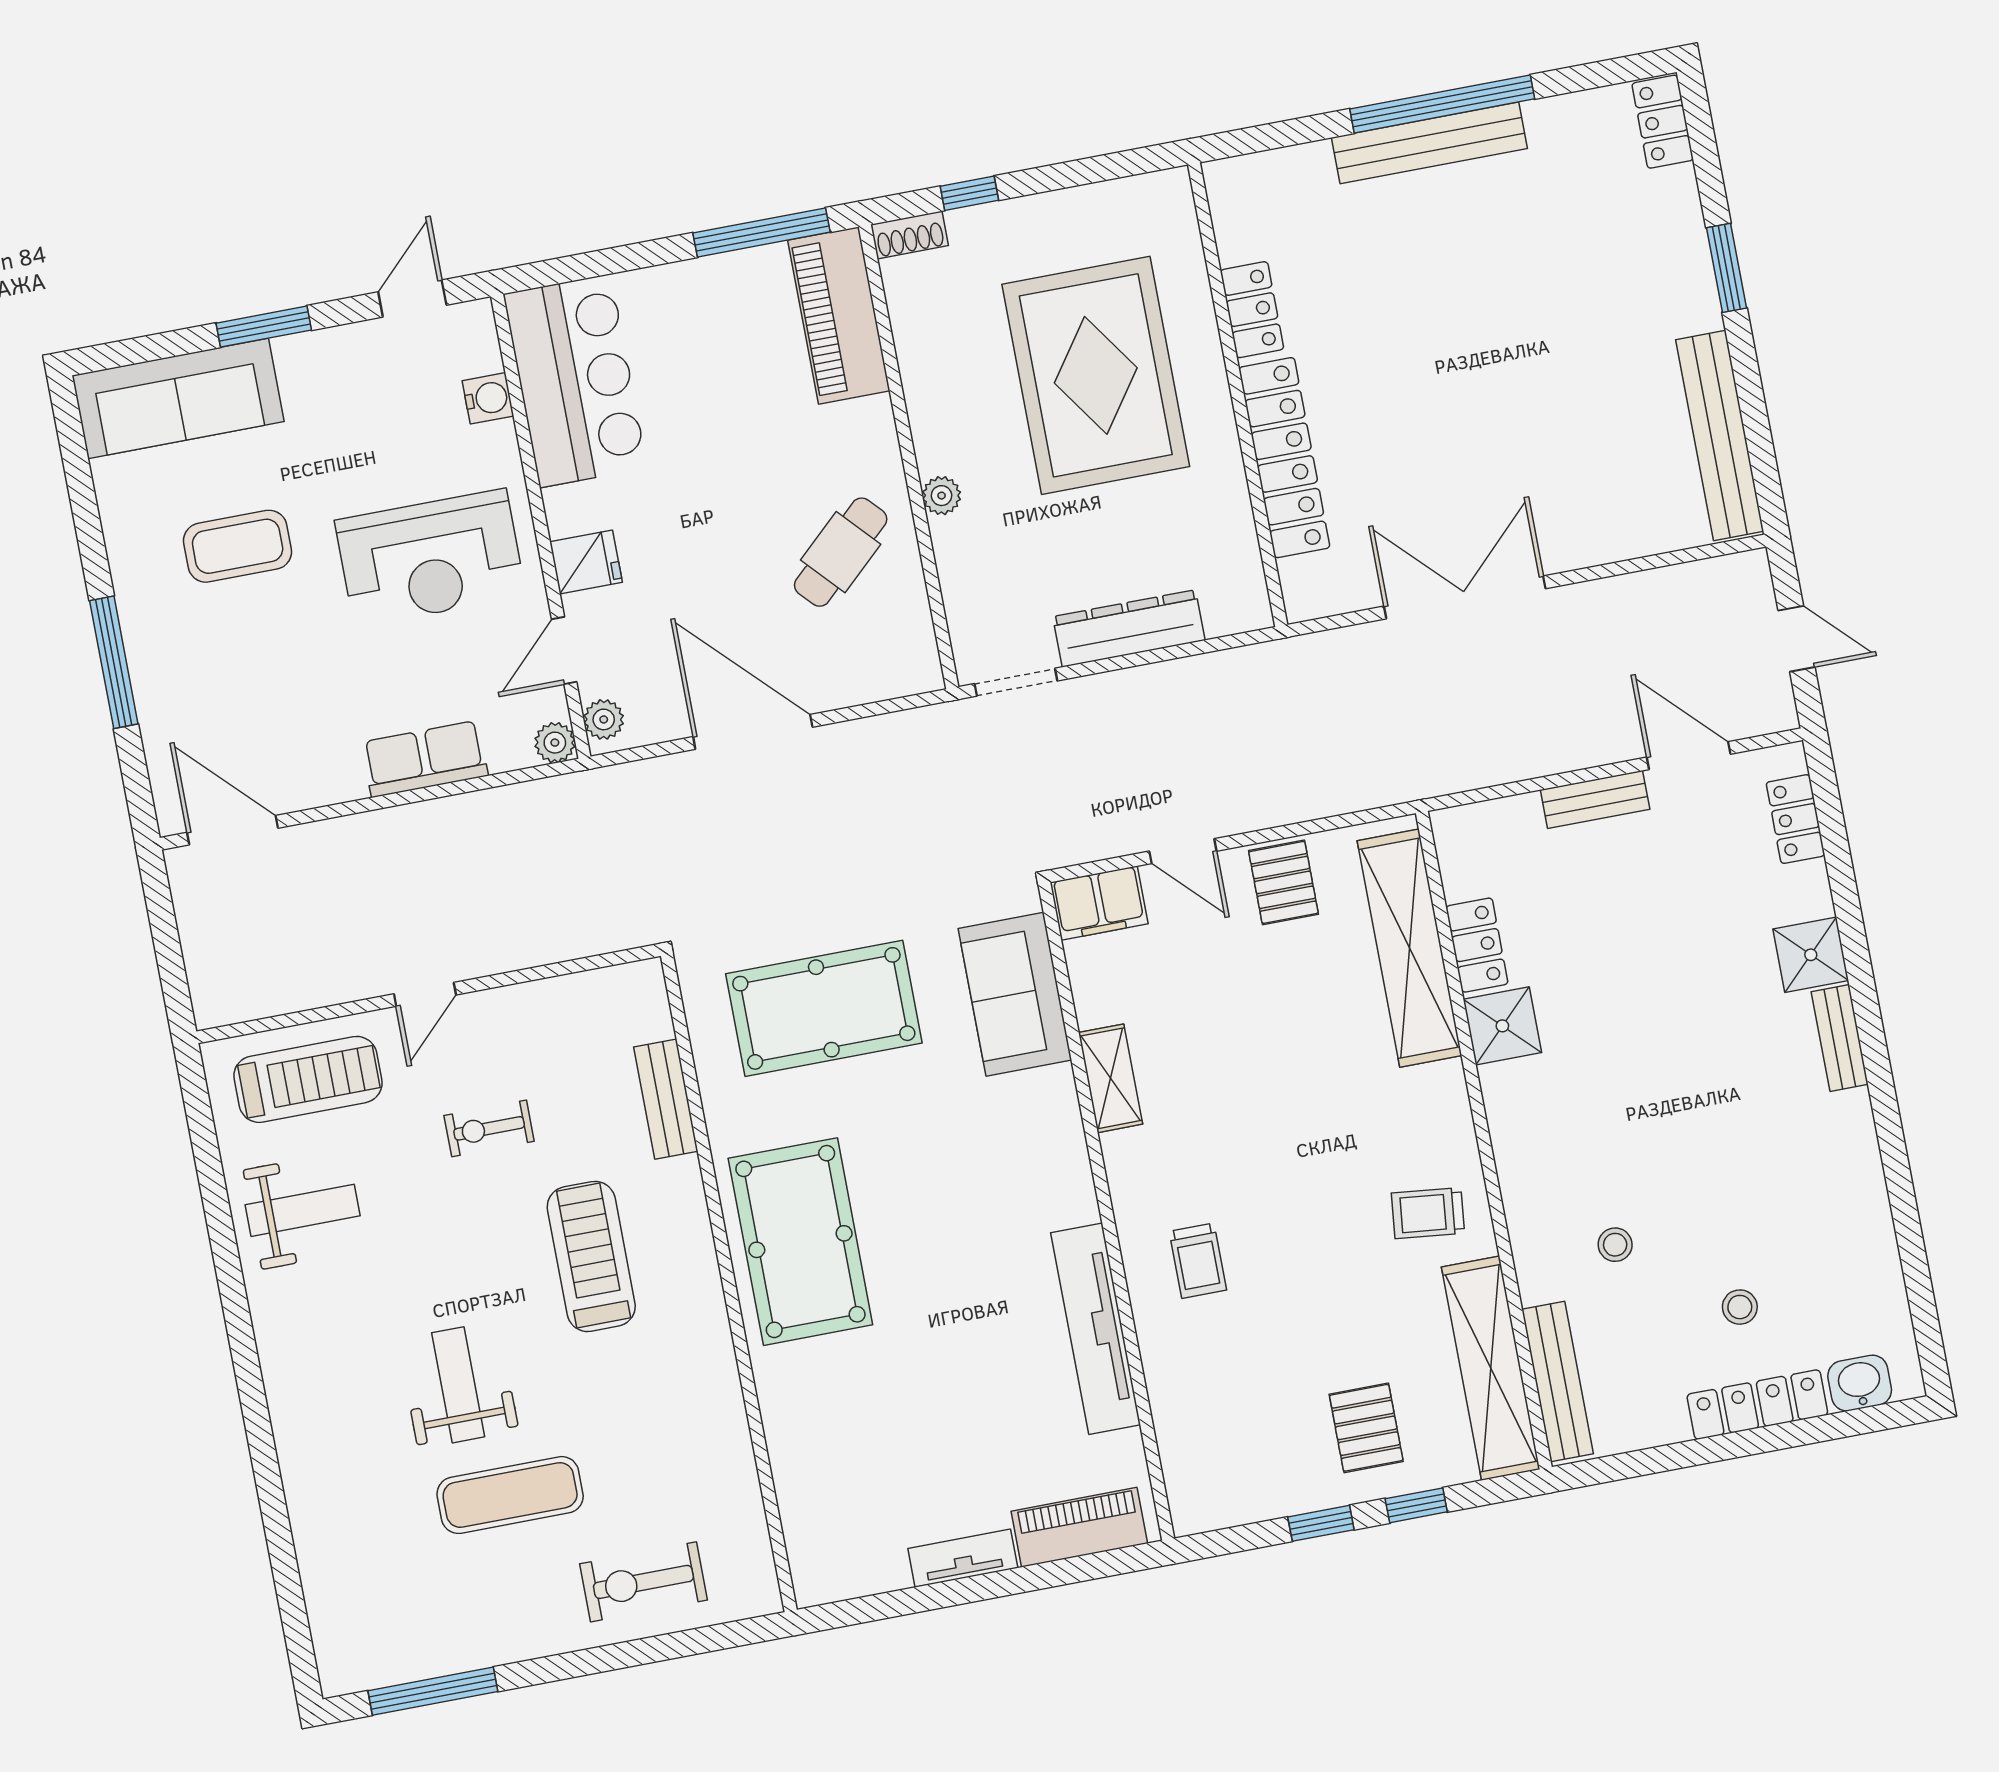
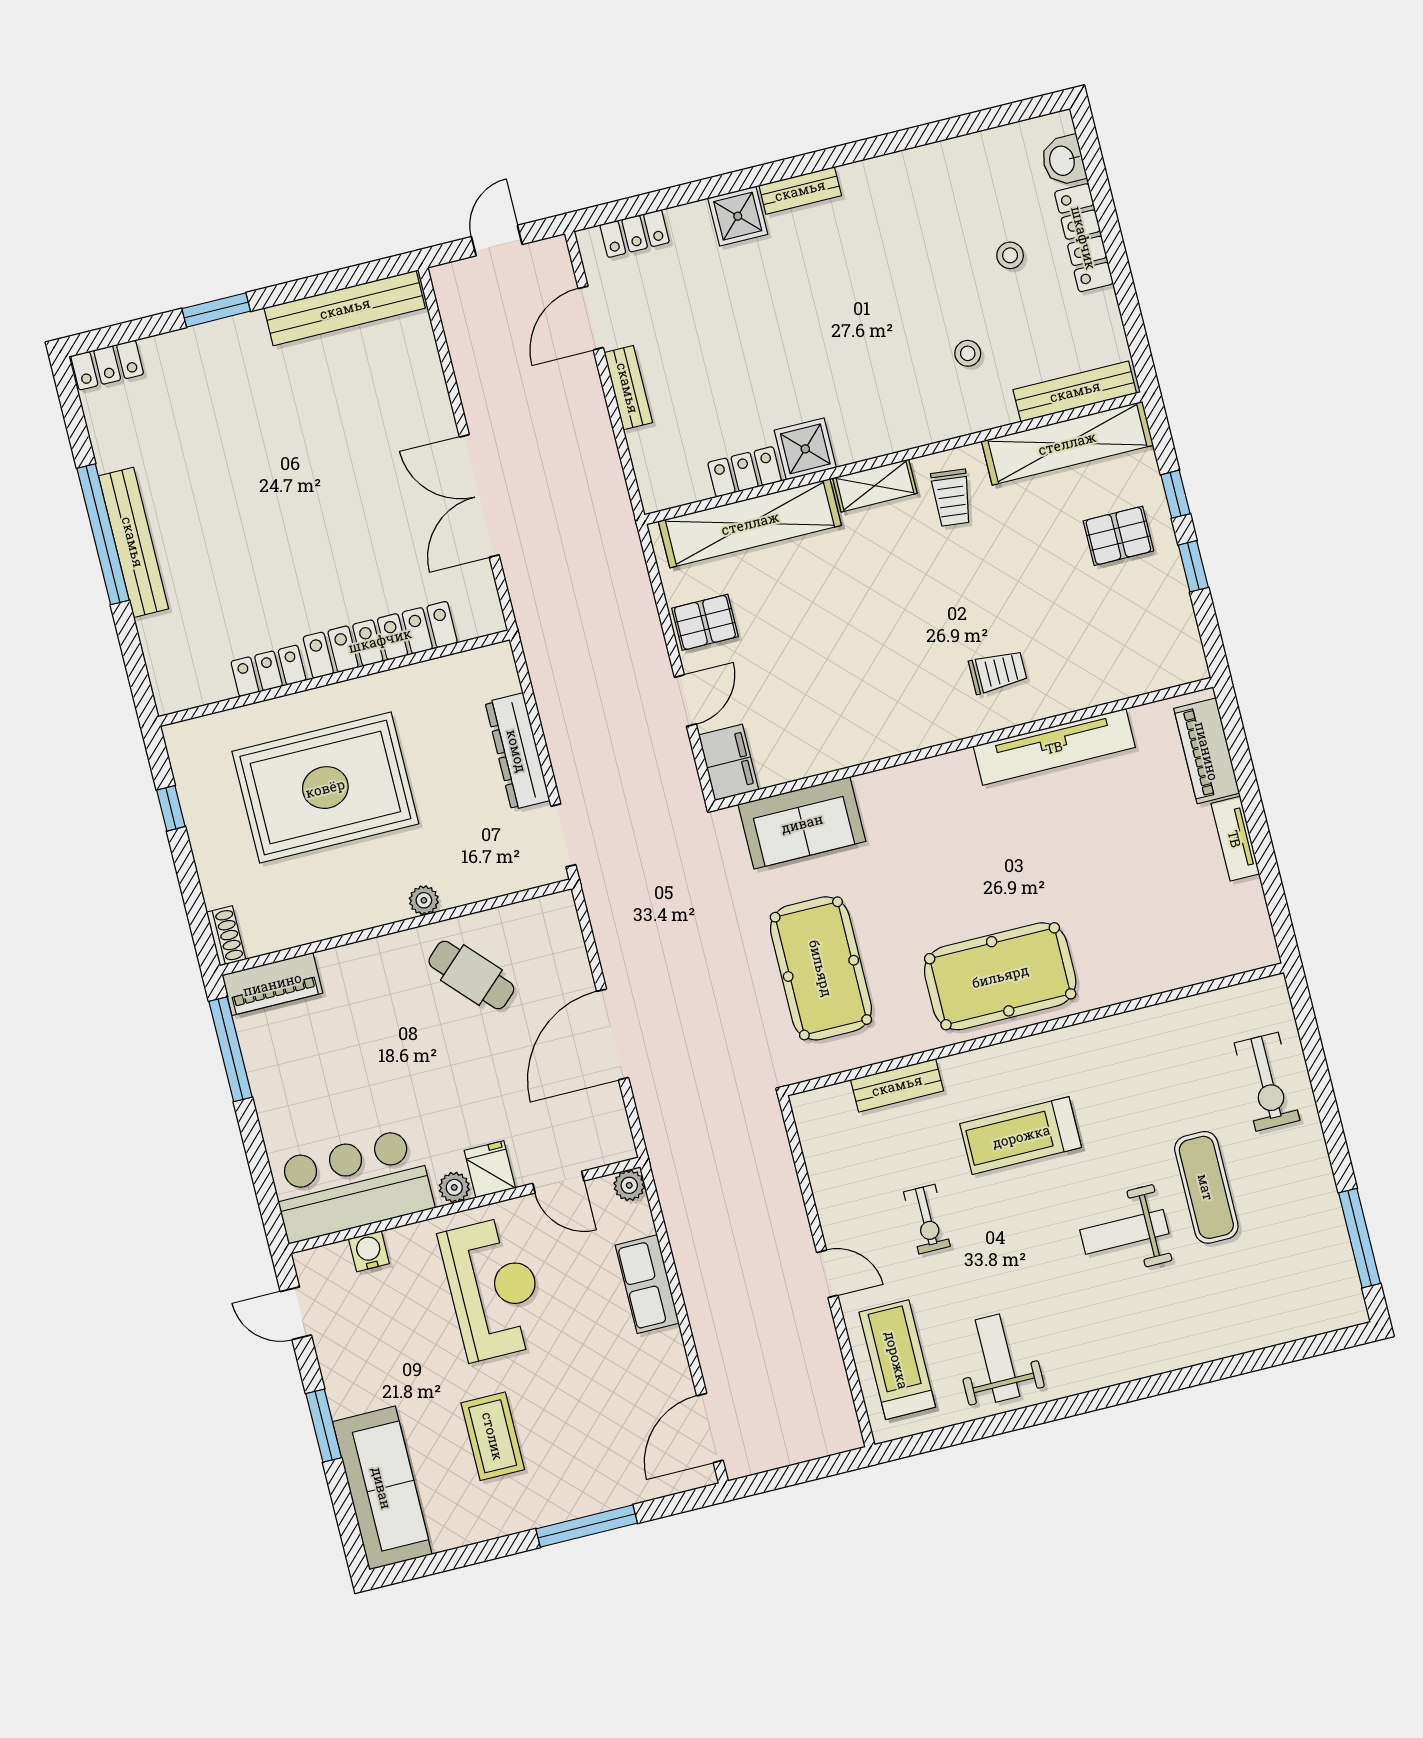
window: (969, 193) -> (171, 808), moved
piano: (839, 316) -> (272, 984), width x0.73, depth x0.75
plant: (604, 719) -> (454, 1187), moved
shelving: (1111, 1078) -> (875, 486), moved

